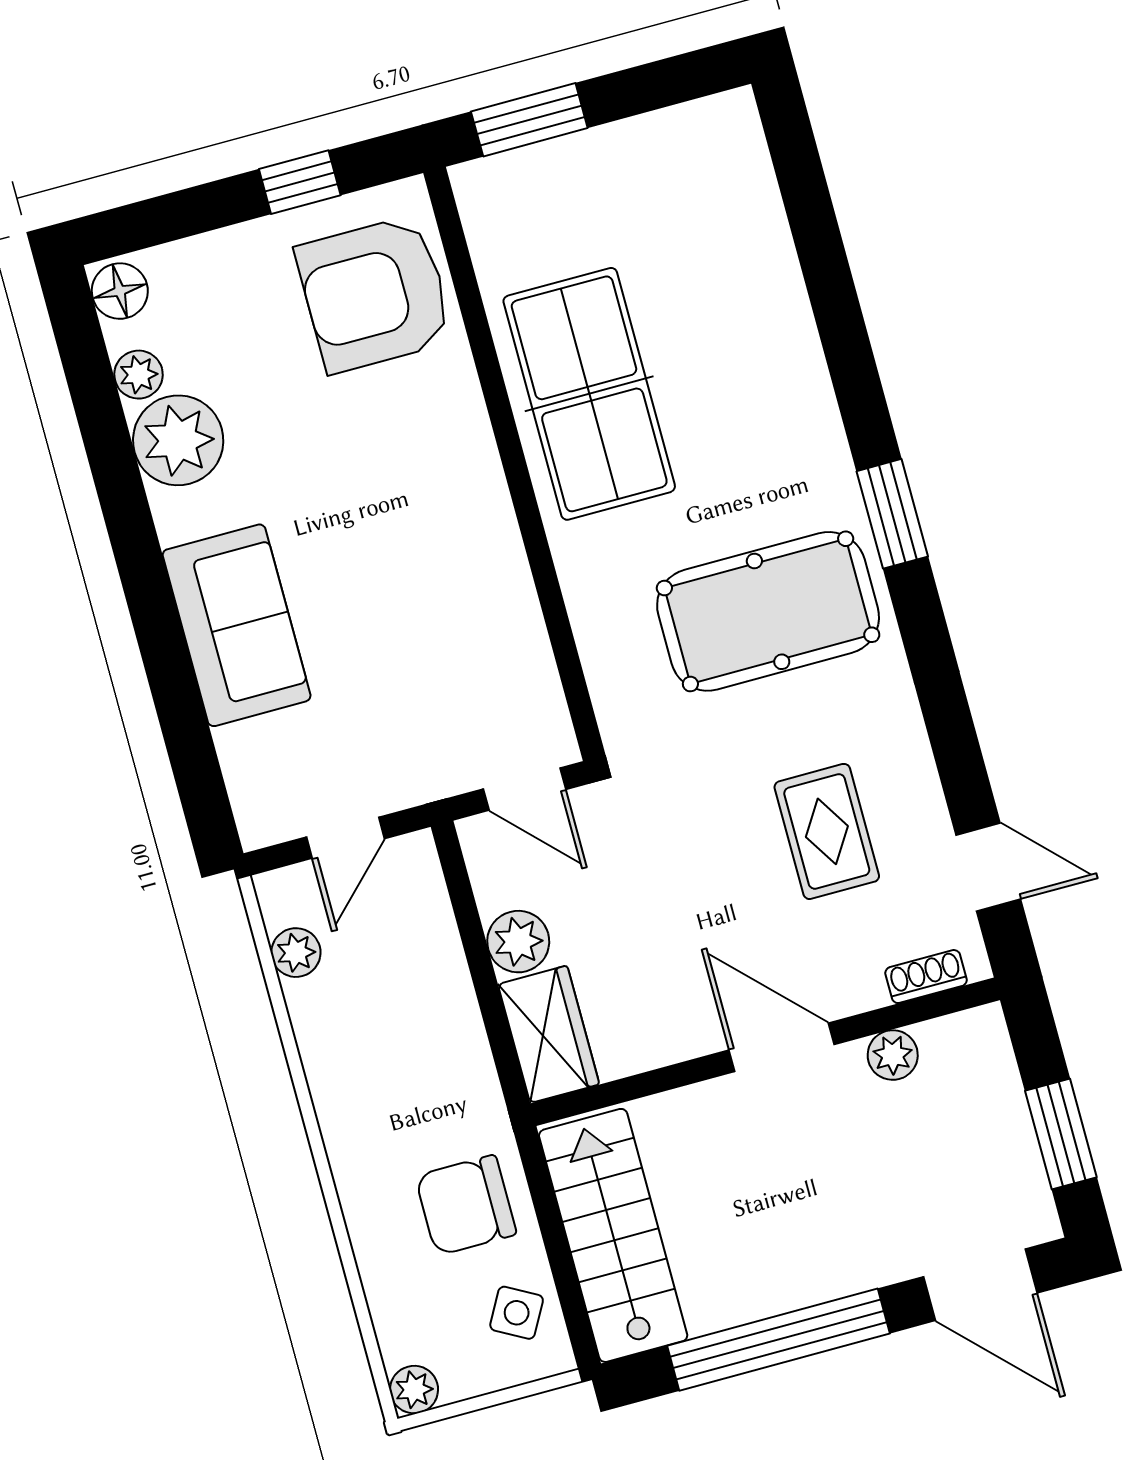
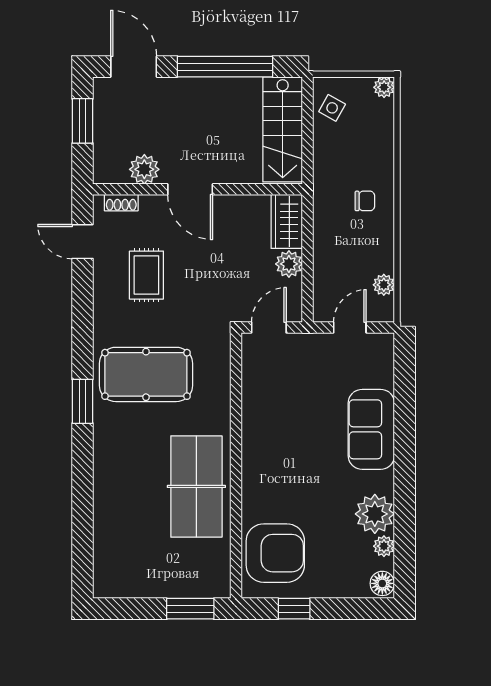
door: (524, 789) -> (269, 327), hinge flipped
plant: (893, 1055) -> (144, 169), width x1.38, depth x1.38
chair: (466, 1205) -> (365, 201), moved, width x0.54, depth x0.54

